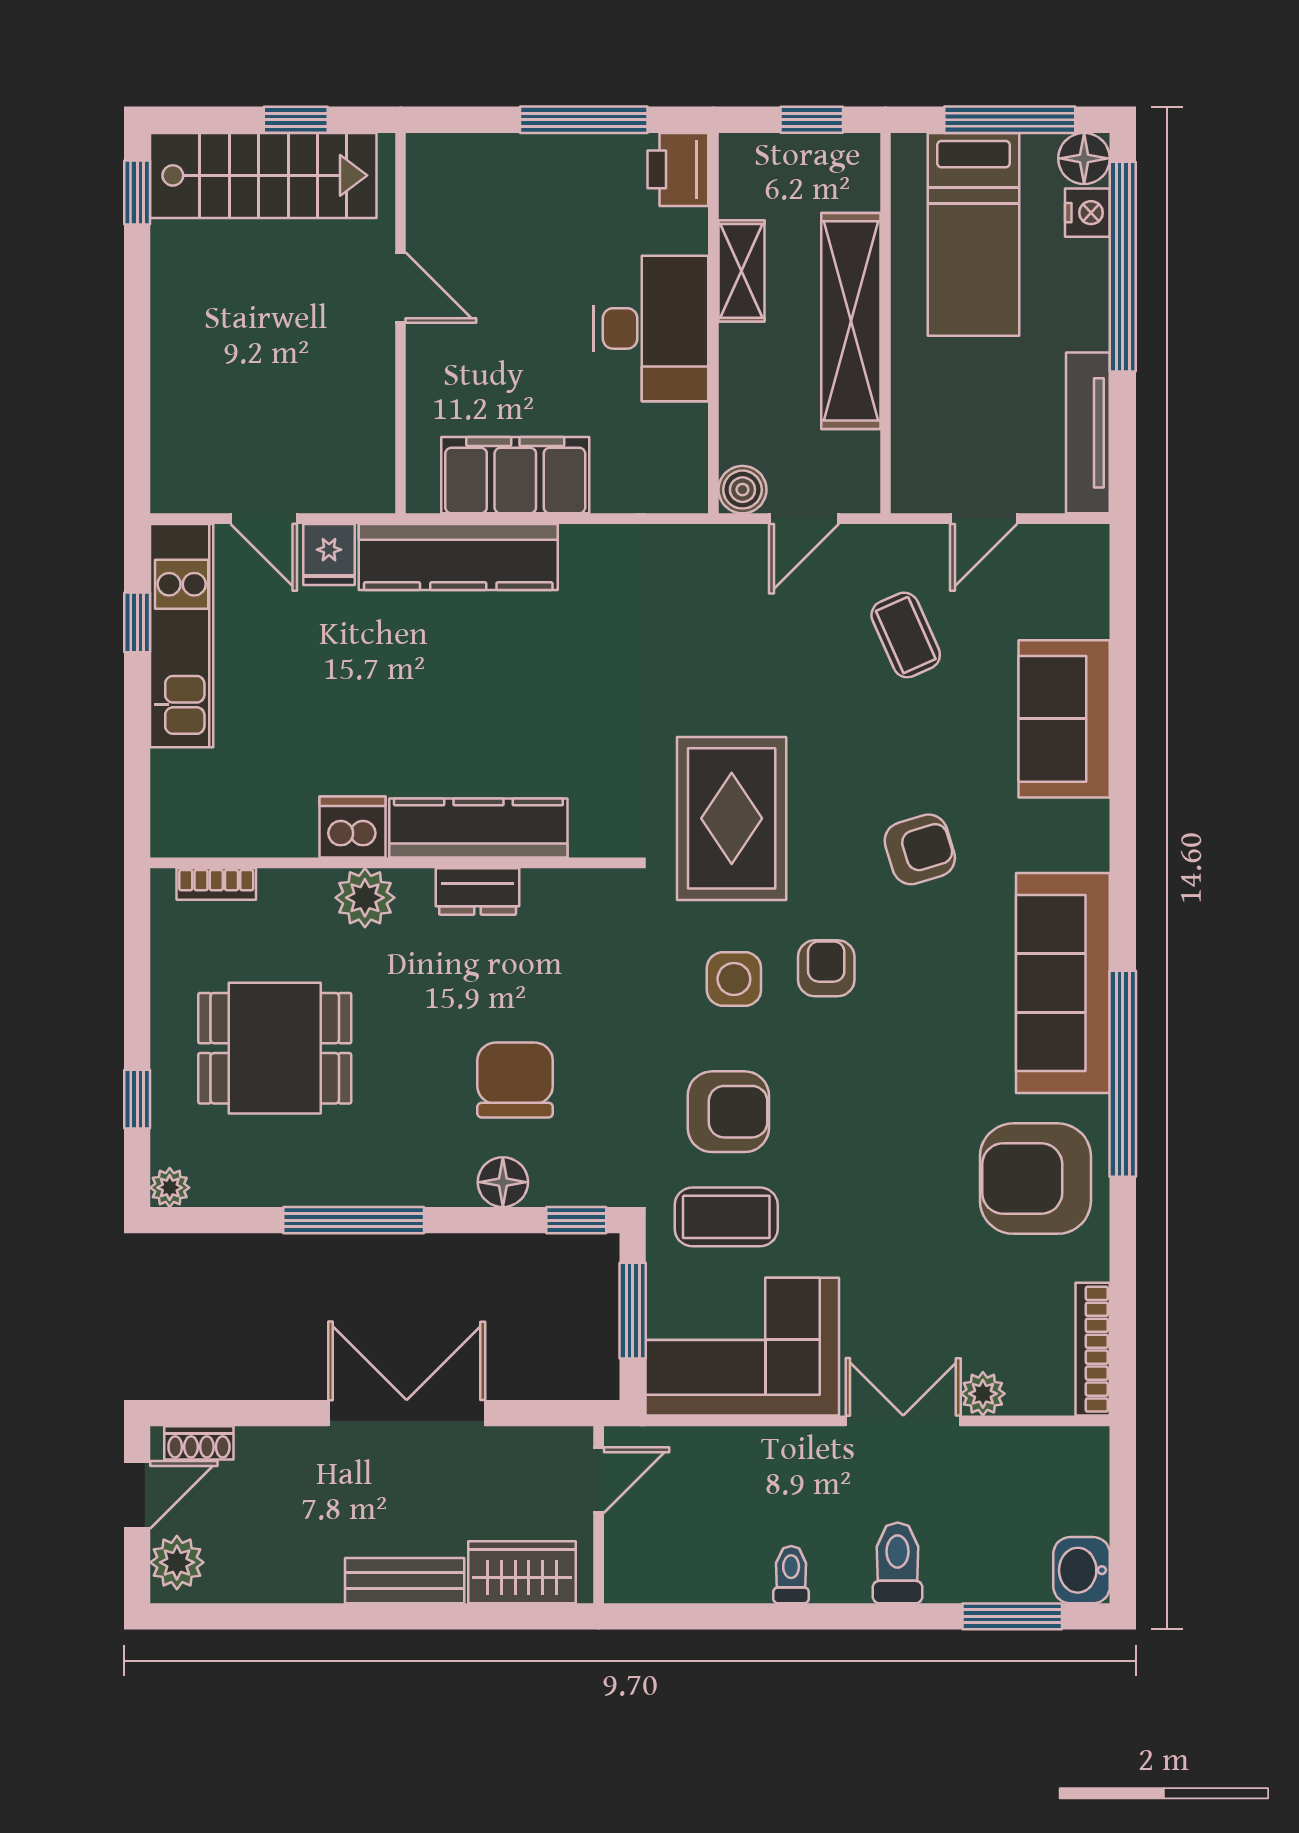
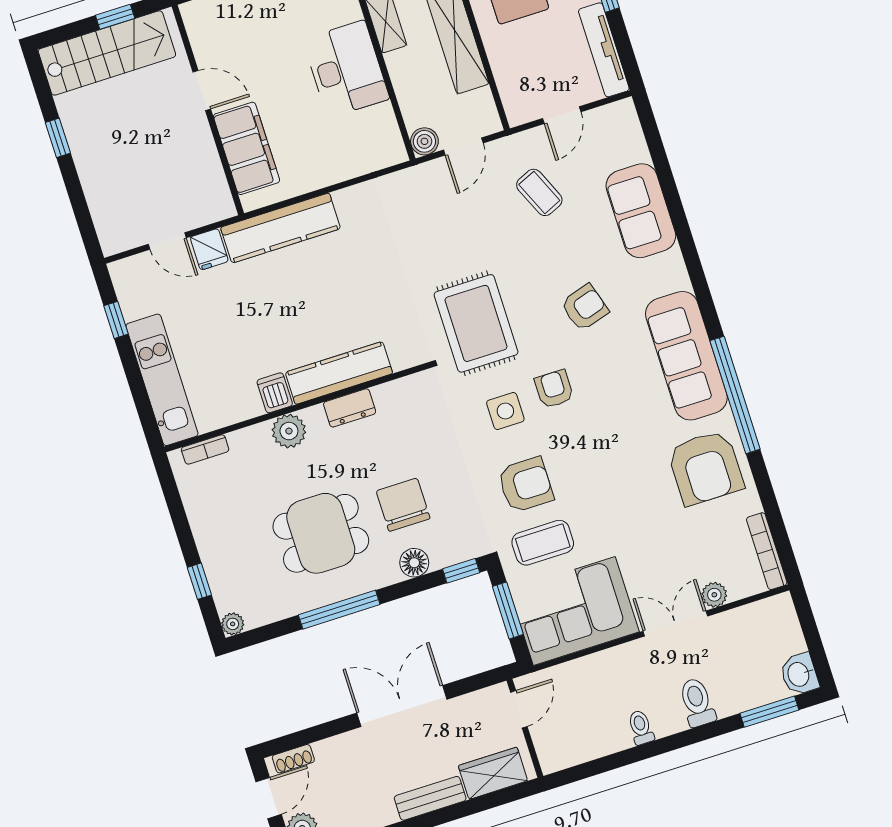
window: (137, 192) -> (58, 138), moved
filing cabinet: (515, 475) -> (246, 148), moved, turned 90
kitchen unit: (182, 636) -> (162, 380), moved
dishwasher: (353, 827) -> (275, 393), width x0.73
dining table: (275, 1048) -> (321, 533), moved
armchair: (1035, 1179) -> (705, 468), turned -90

